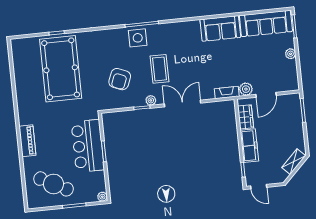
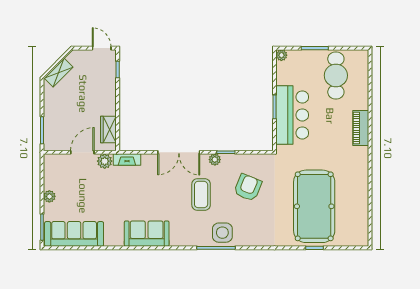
sofa: (220, 28) -> (147, 234), moved
freezer: (249, 146) -> (107, 96), removed
cafe table: (54, 184) -> (336, 75), turned 62

